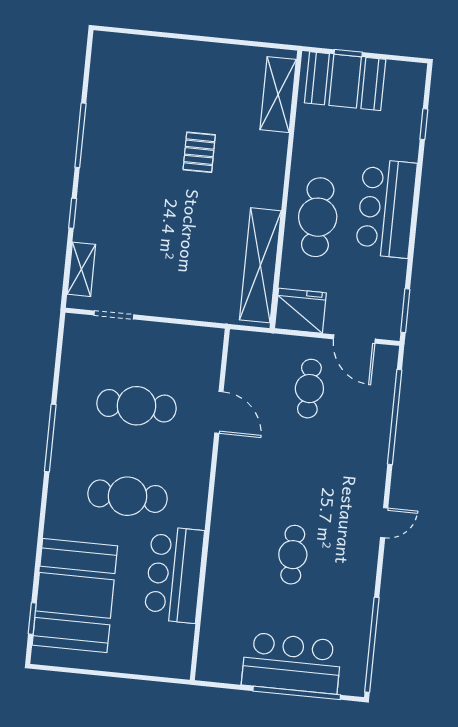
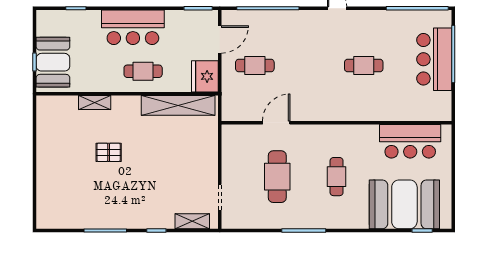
shelving: (278, 95) -> (95, 102), moved, width x0.67, depth x0.75
cafe table: (318, 217) -> (143, 71), width x0.73, depth x0.74
cafe table: (128, 496) -> (337, 177), width x0.73, depth x0.74
bar counter: (174, 575) -> (410, 141), moved

